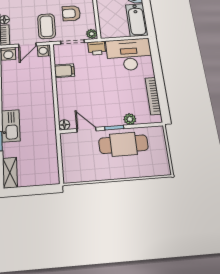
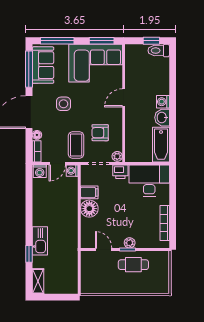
plant: (130, 119) -> (130, 243), moved
floor lamp: (64, 125) -> (89, 209), moved, width x1.89, depth x1.89
cafe table: (123, 144) -> (133, 265), width x0.73, depth x0.74

